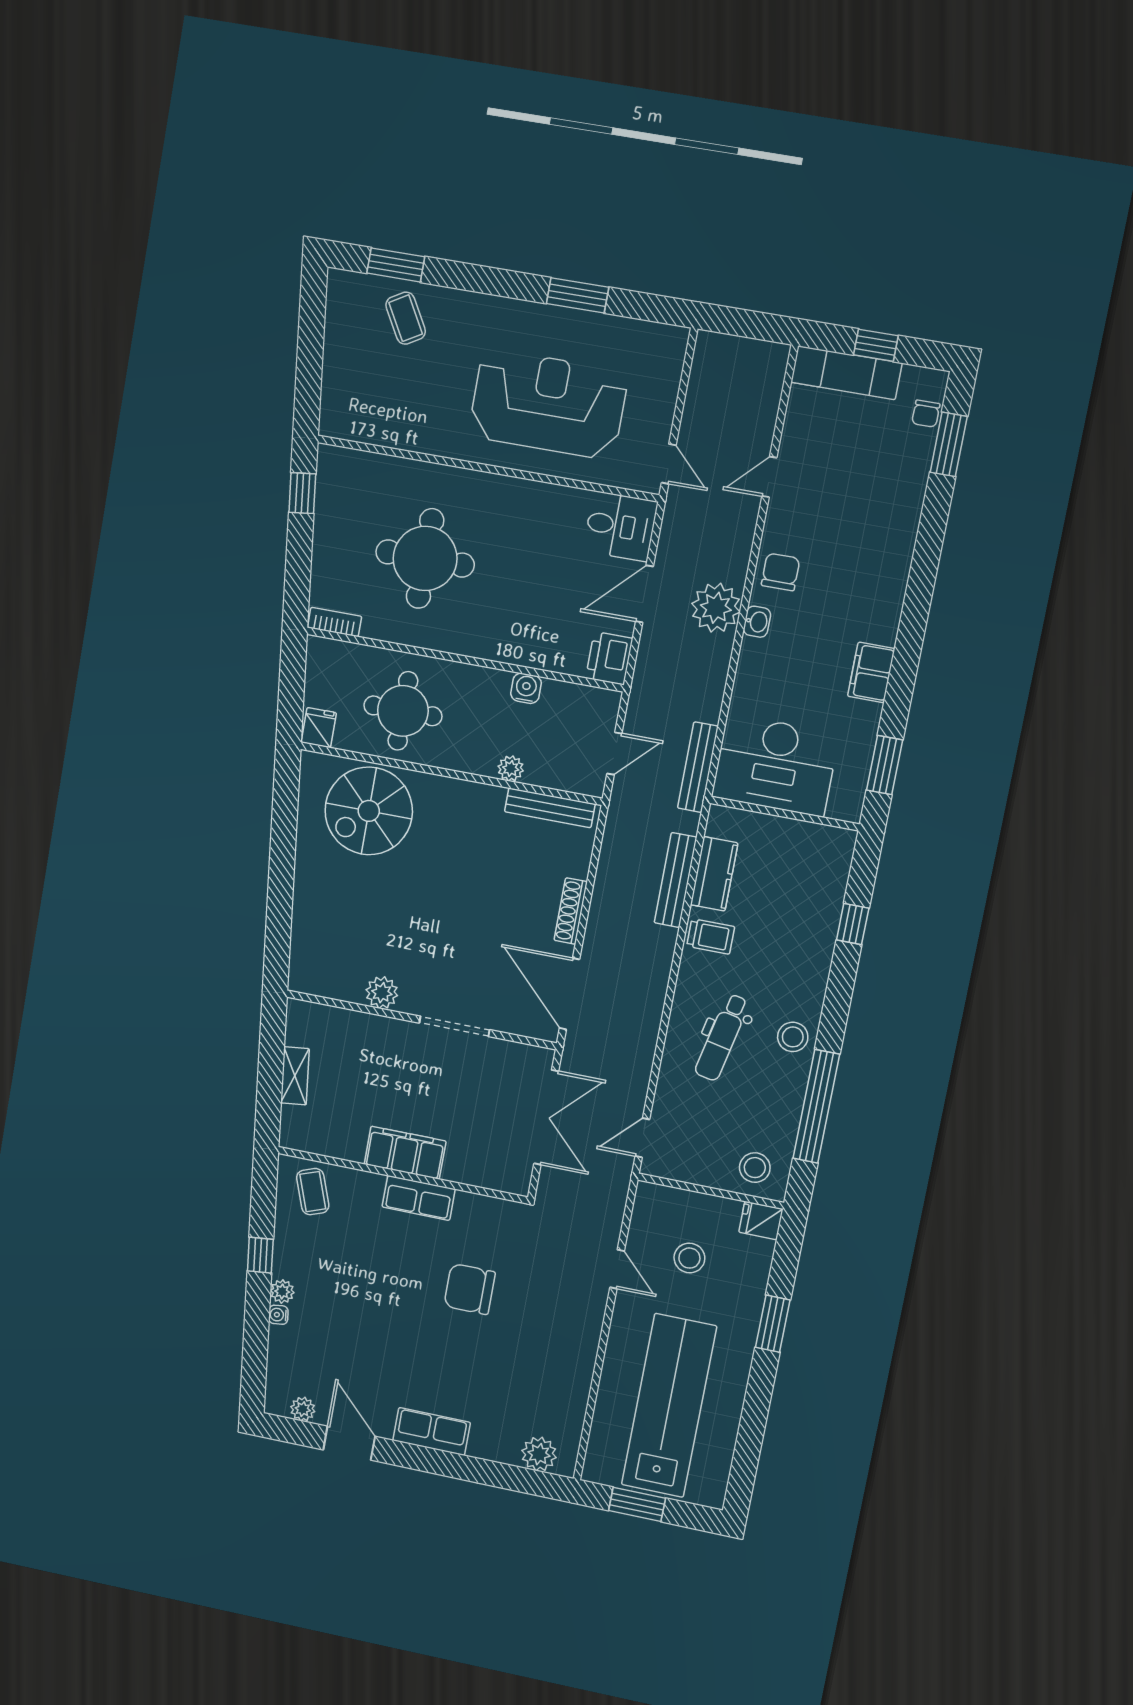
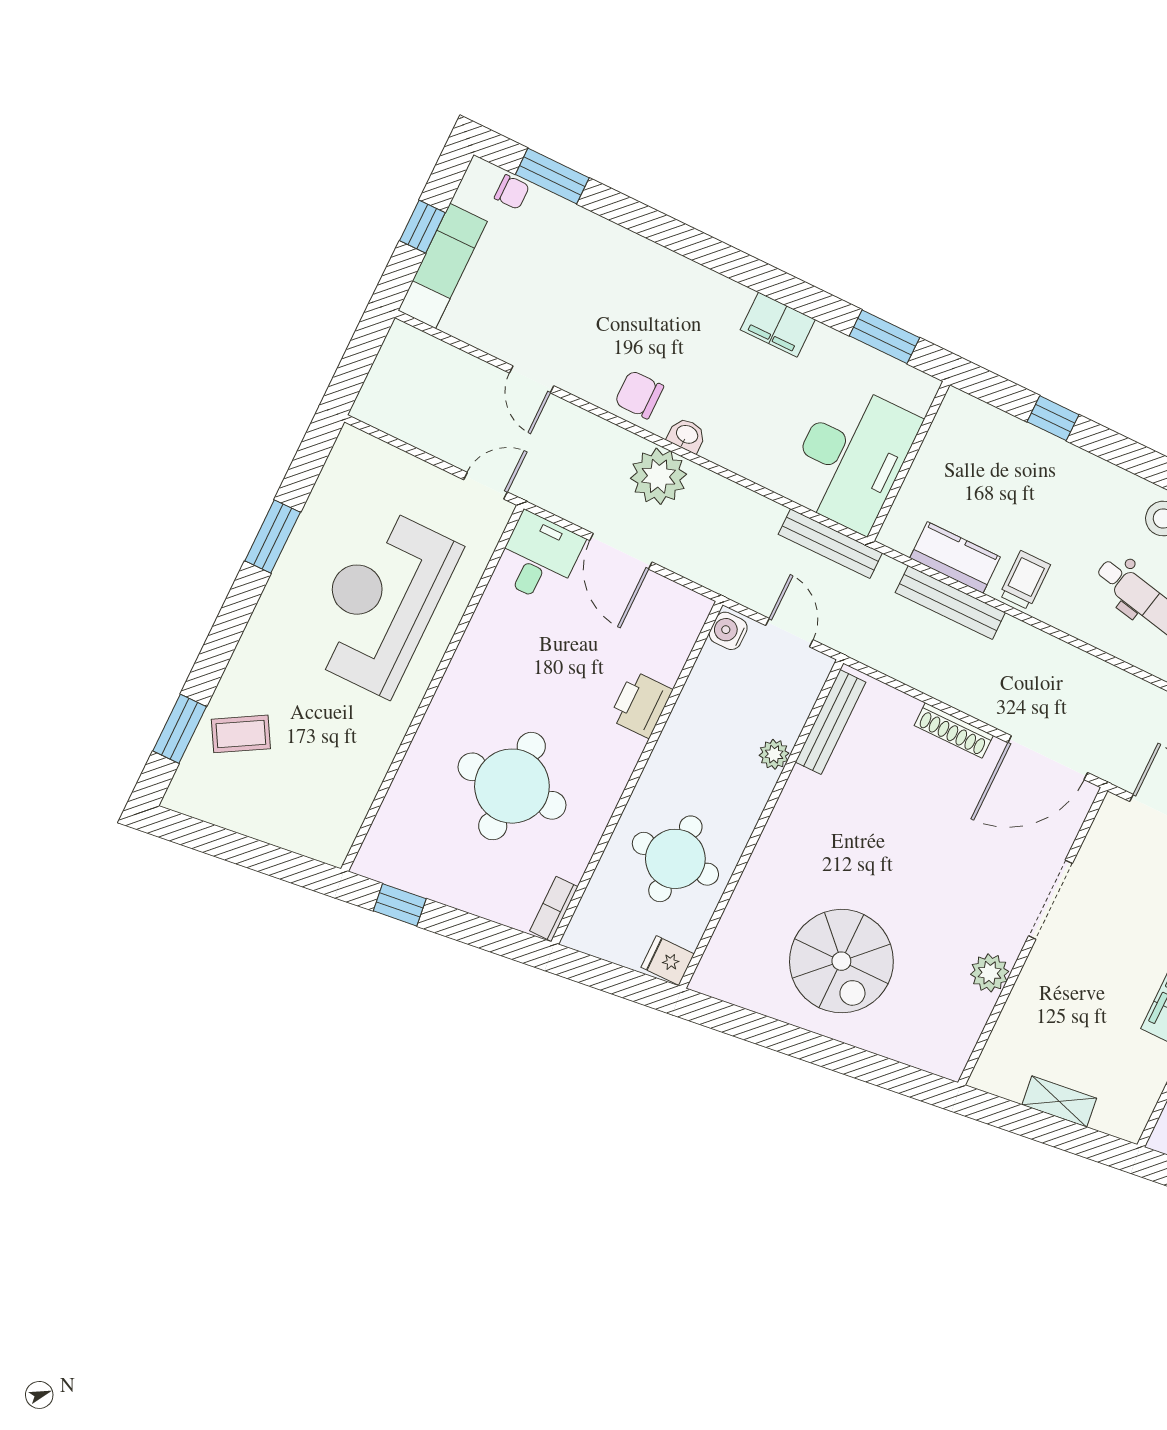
printer: (609, 658) -> (641, 704), moved, turned 90
water cooler: (526, 688) -> (728, 631), moved
spiral stairs: (369, 811) -> (841, 961), moved

